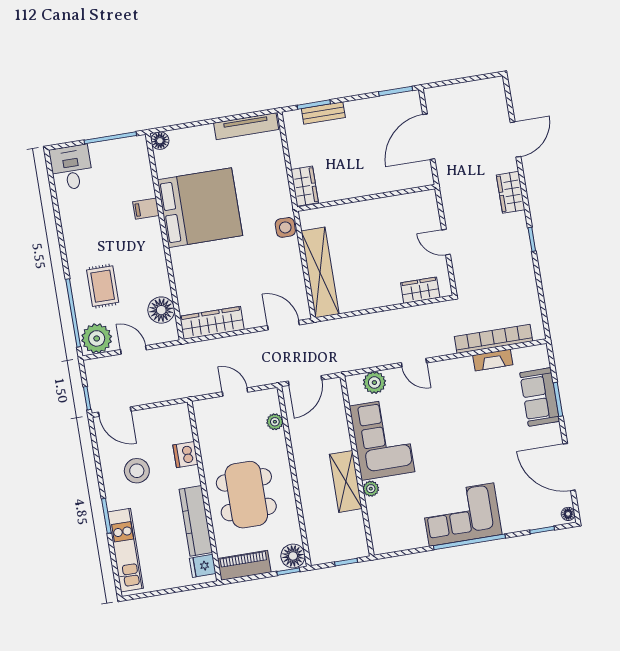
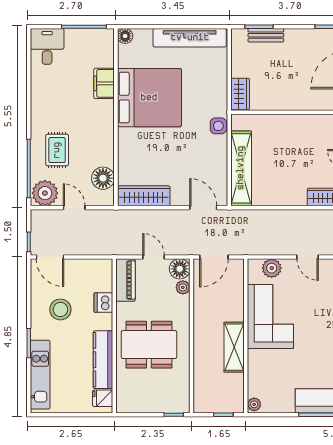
tv unit: (246, 126) -> (190, 38), width x1.36, depth x1.29
filing cabinet: (146, 209) -> (104, 83), width x2.00
plant: (371, 489) -> (254, 404), moved
dining table: (246, 495) -> (149, 345), turned 90
floor lamp: (293, 556) -> (180, 269), moved
piano: (244, 565) -> (125, 280), moved, turned 90

